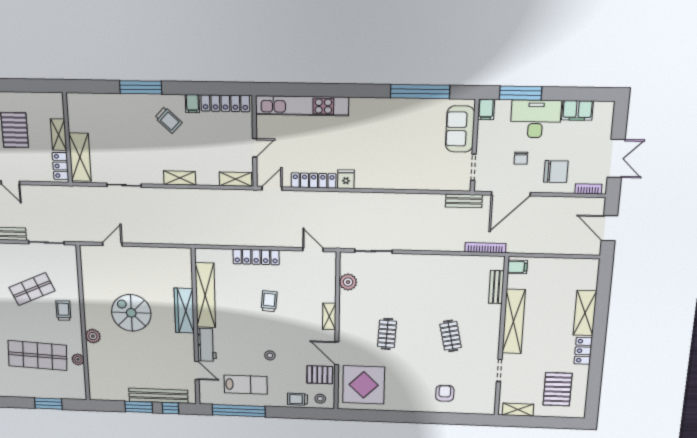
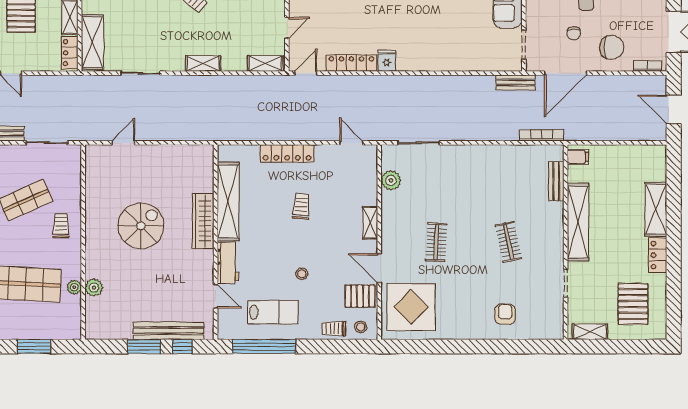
spiral stairs: (131, 313) -> (141, 226), turned 90
plant: (93, 336) -> (94, 288), moved

